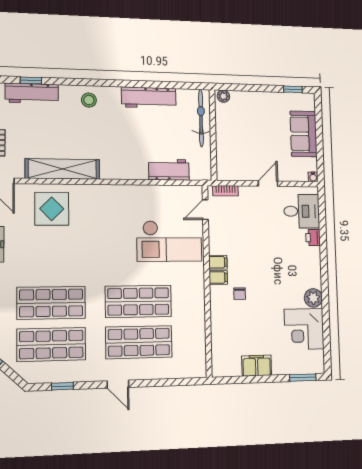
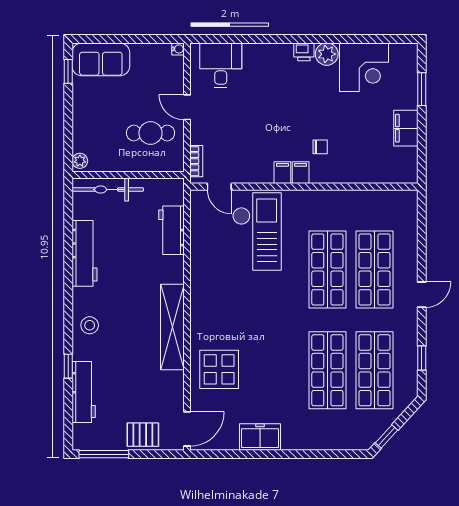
window: (31, 80) -> (68, 366), moved
sofa: (304, 134) -> (101, 59), moved
cafe table: (247, 154) -> (150, 133), added
shelving: (62, 169) -> (172, 327), moved
printer: (313, 238) -> (304, 52), moved
window: (303, 378) -> (422, 89), moved

